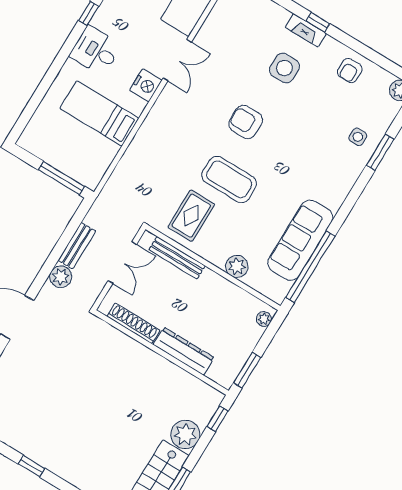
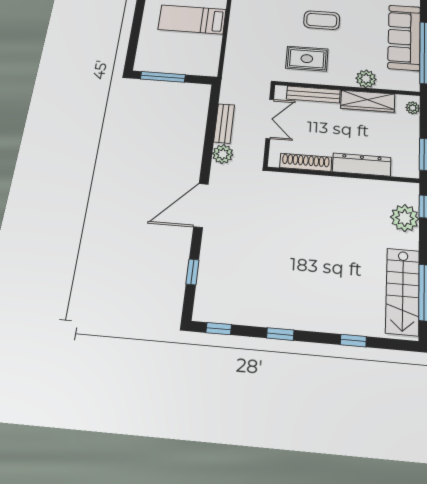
window: (61, 178) -> (163, 77), moved
coffee table: (229, 179) -> (322, 20), width x0.73, depth x0.76
rug: (191, 216) -> (307, 59), turned 90
wardrobe: (225, 291) -> (368, 101), added
plant: (185, 434) -> (405, 218), moved

